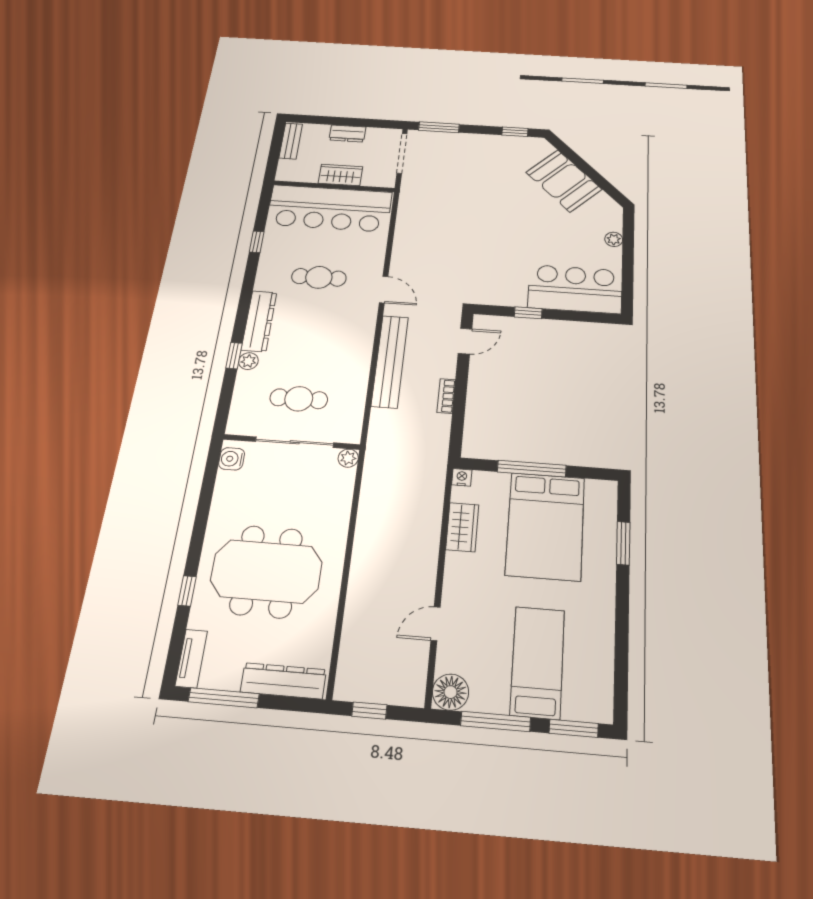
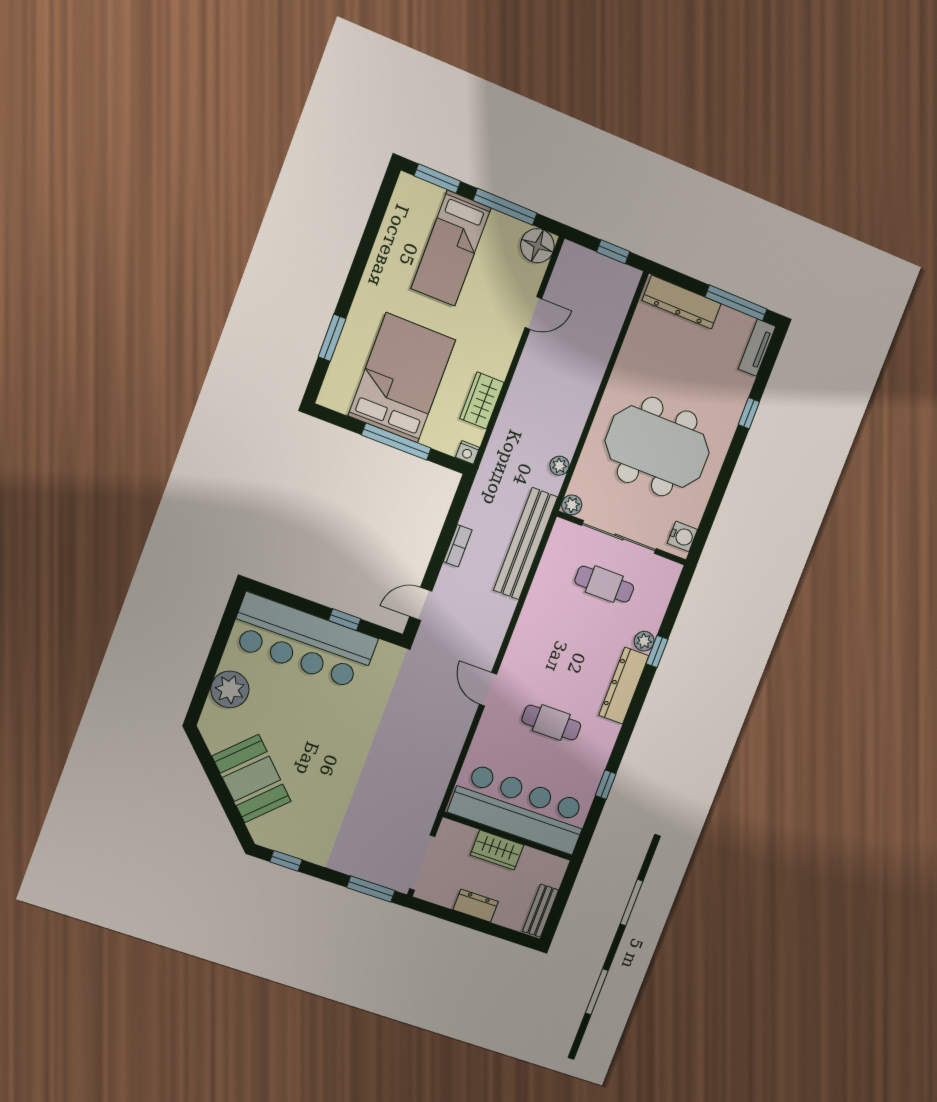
plant: (614, 239) -> (230, 689), width x1.87, depth x1.87
bar counter: (575, 289) -> (303, 641), width x1.36
bench: (390, 361) -> (526, 544), moved
plant: (370, 489) -> (559, 466), added
meeting table: (266, 571) -> (657, 447), moved

